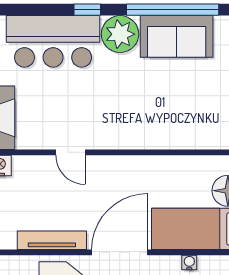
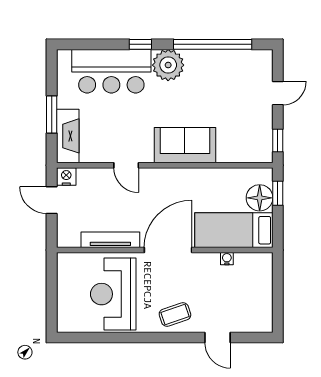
sofa: (177, 36) -> (185, 145), moved, turned 180

